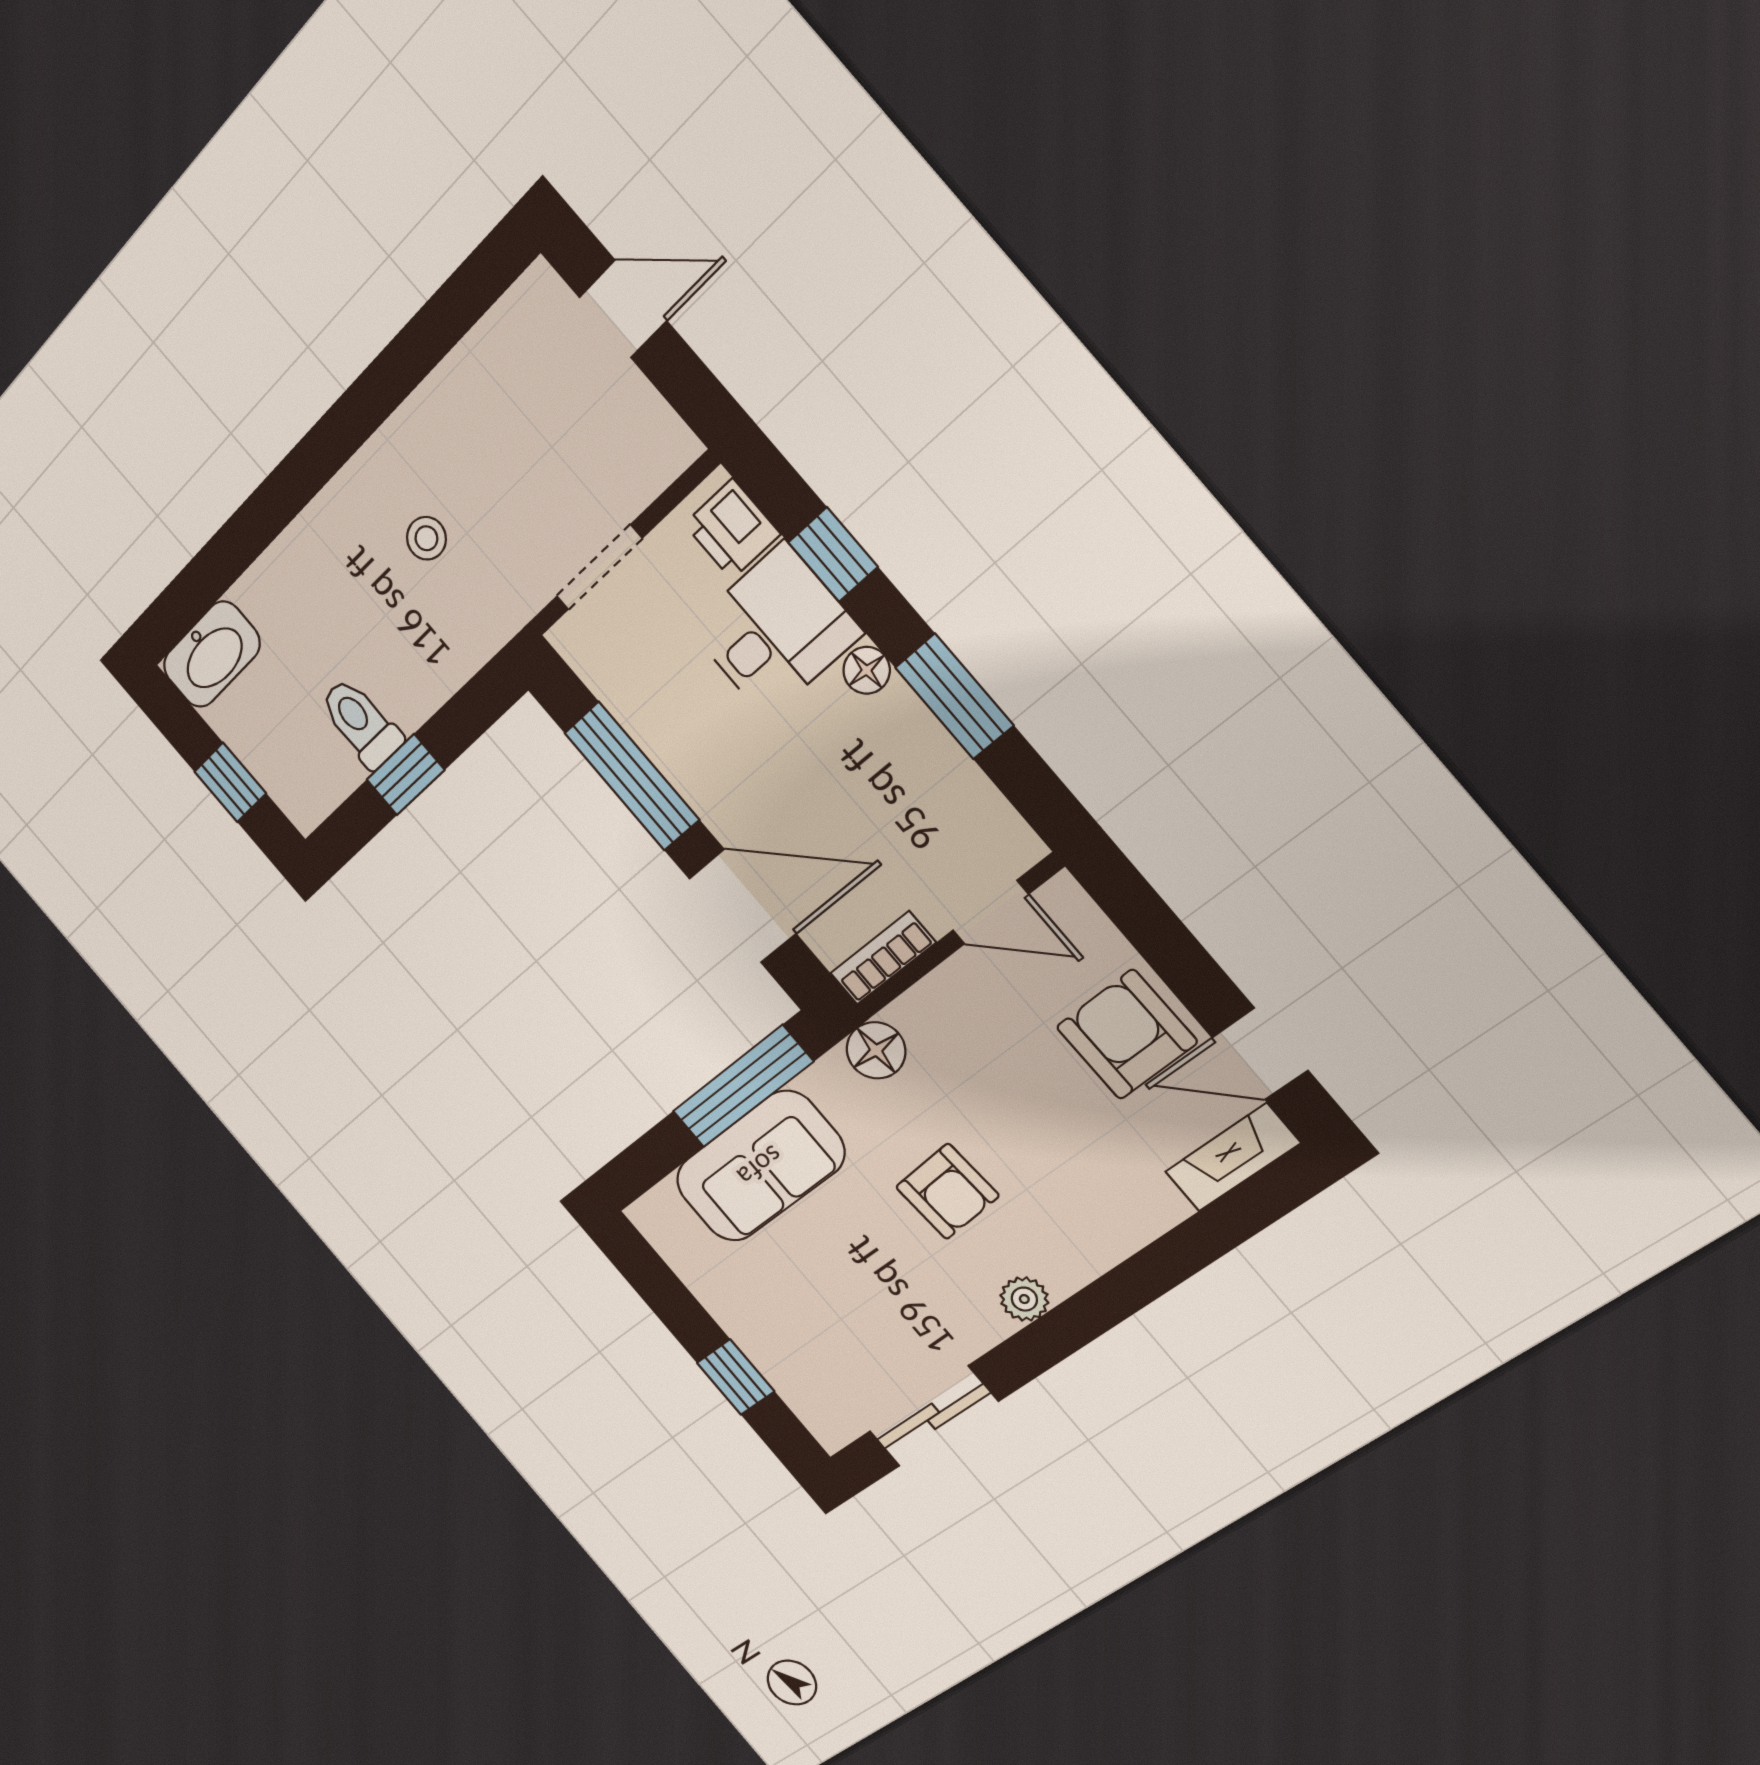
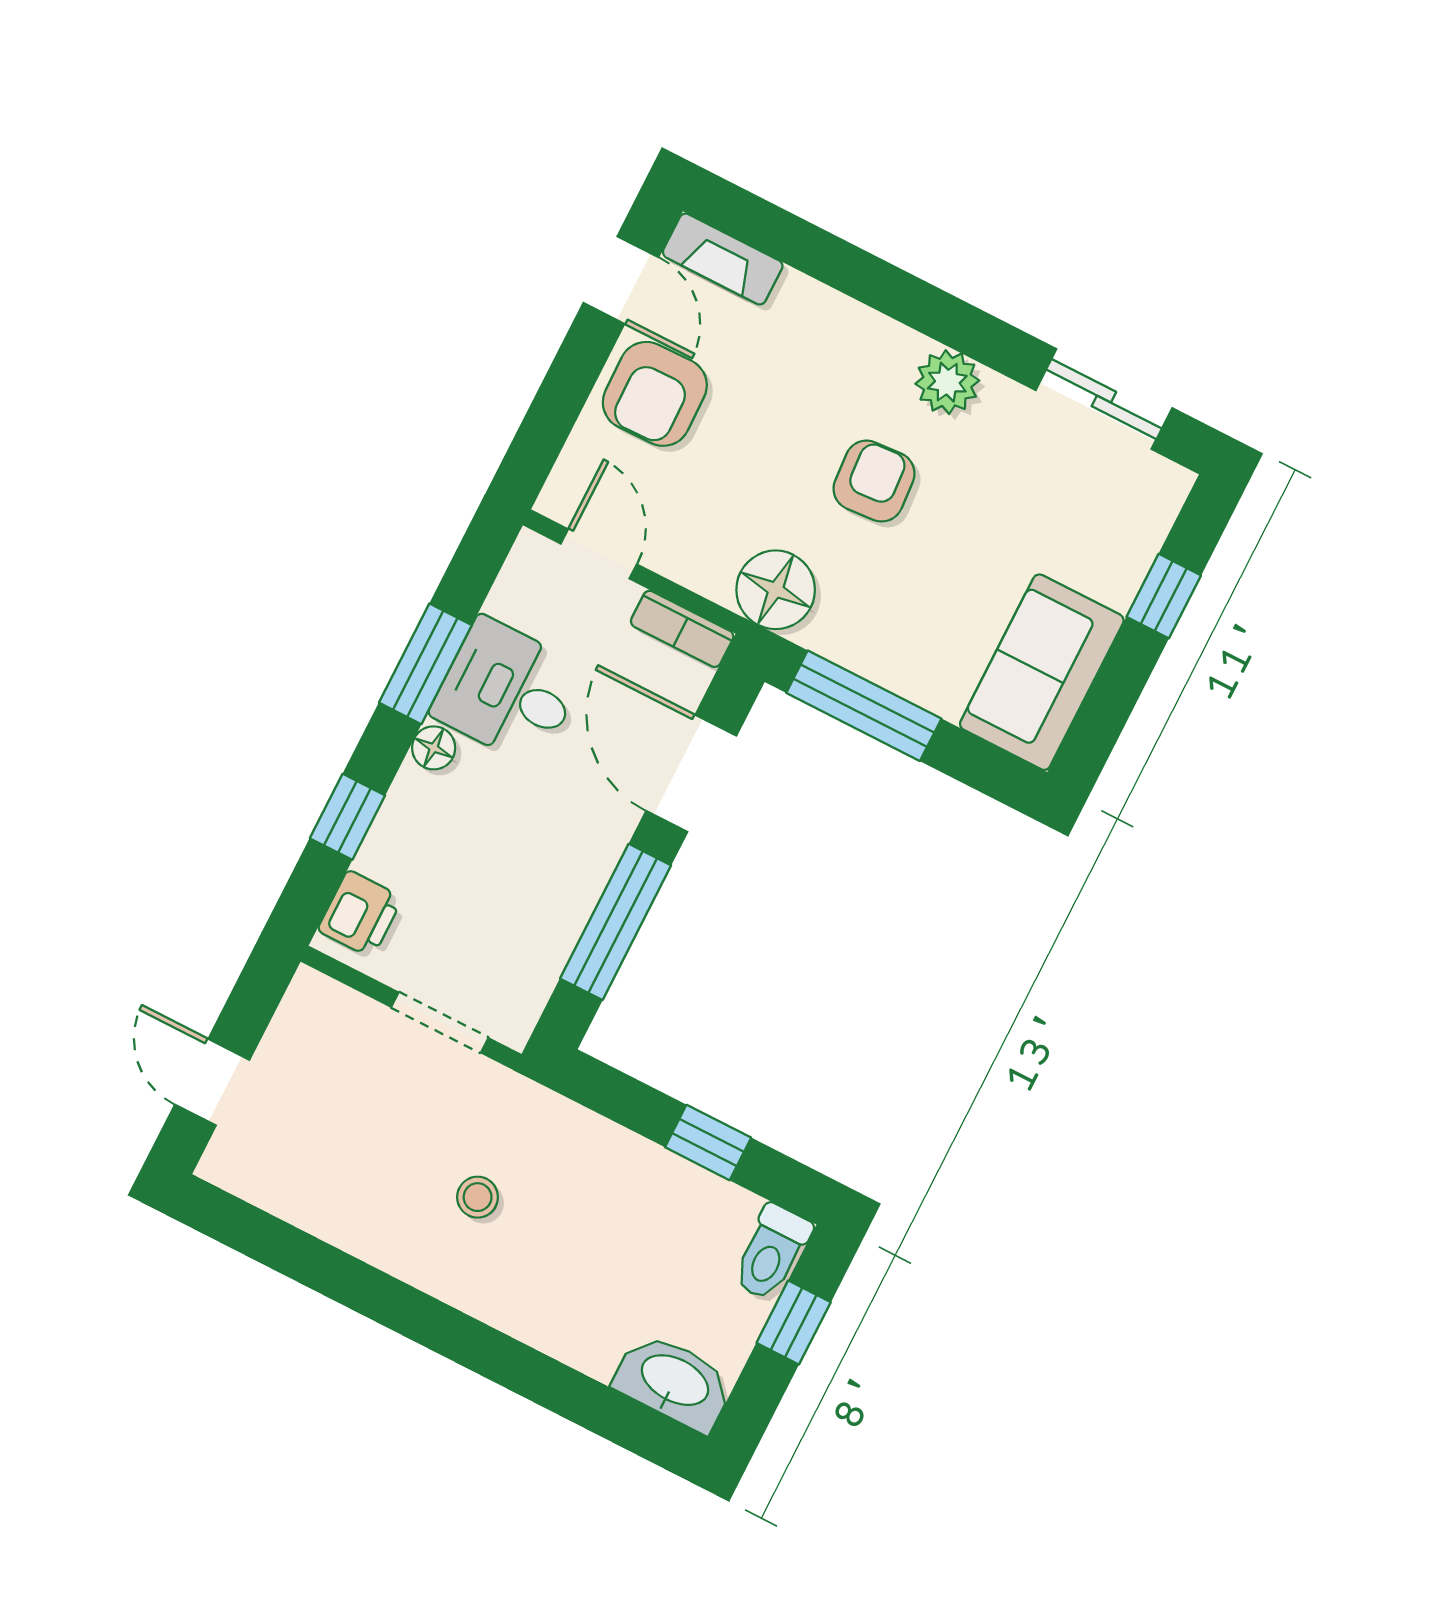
desk: (775, 631) -> (508, 691), moved
toilet: (361, 723) -> (771, 1253), moved
floor lamp: (876, 1050) -> (776, 590), width x1.38, depth x1.38
sofa: (760, 1166) -> (1042, 672), moved, turned -90
plant: (1024, 1299) -> (947, 382), width x1.38, depth x1.38

